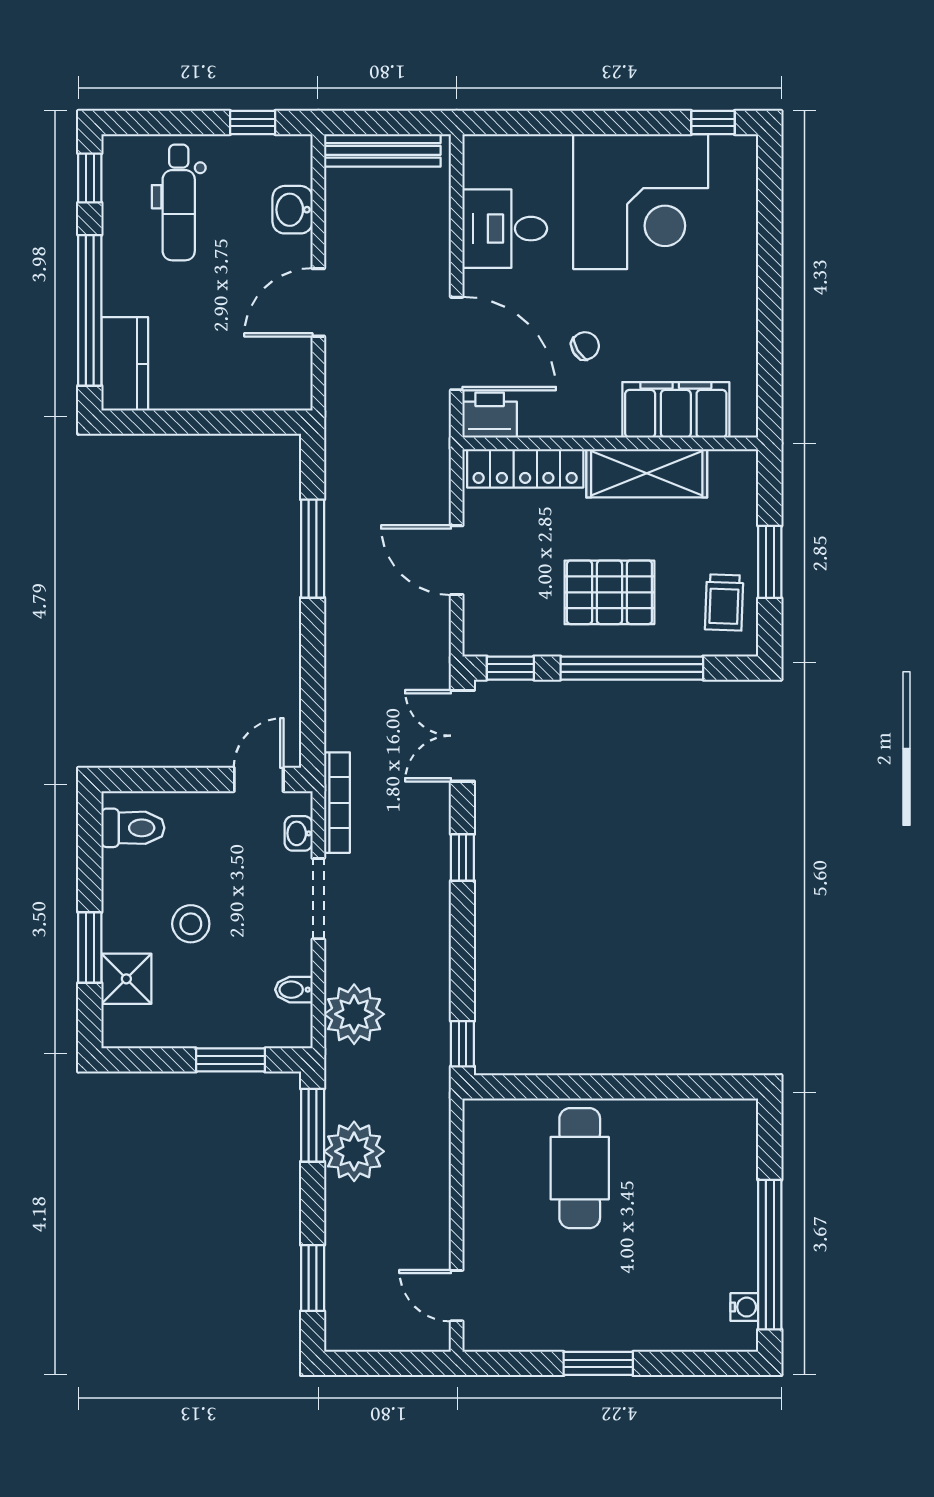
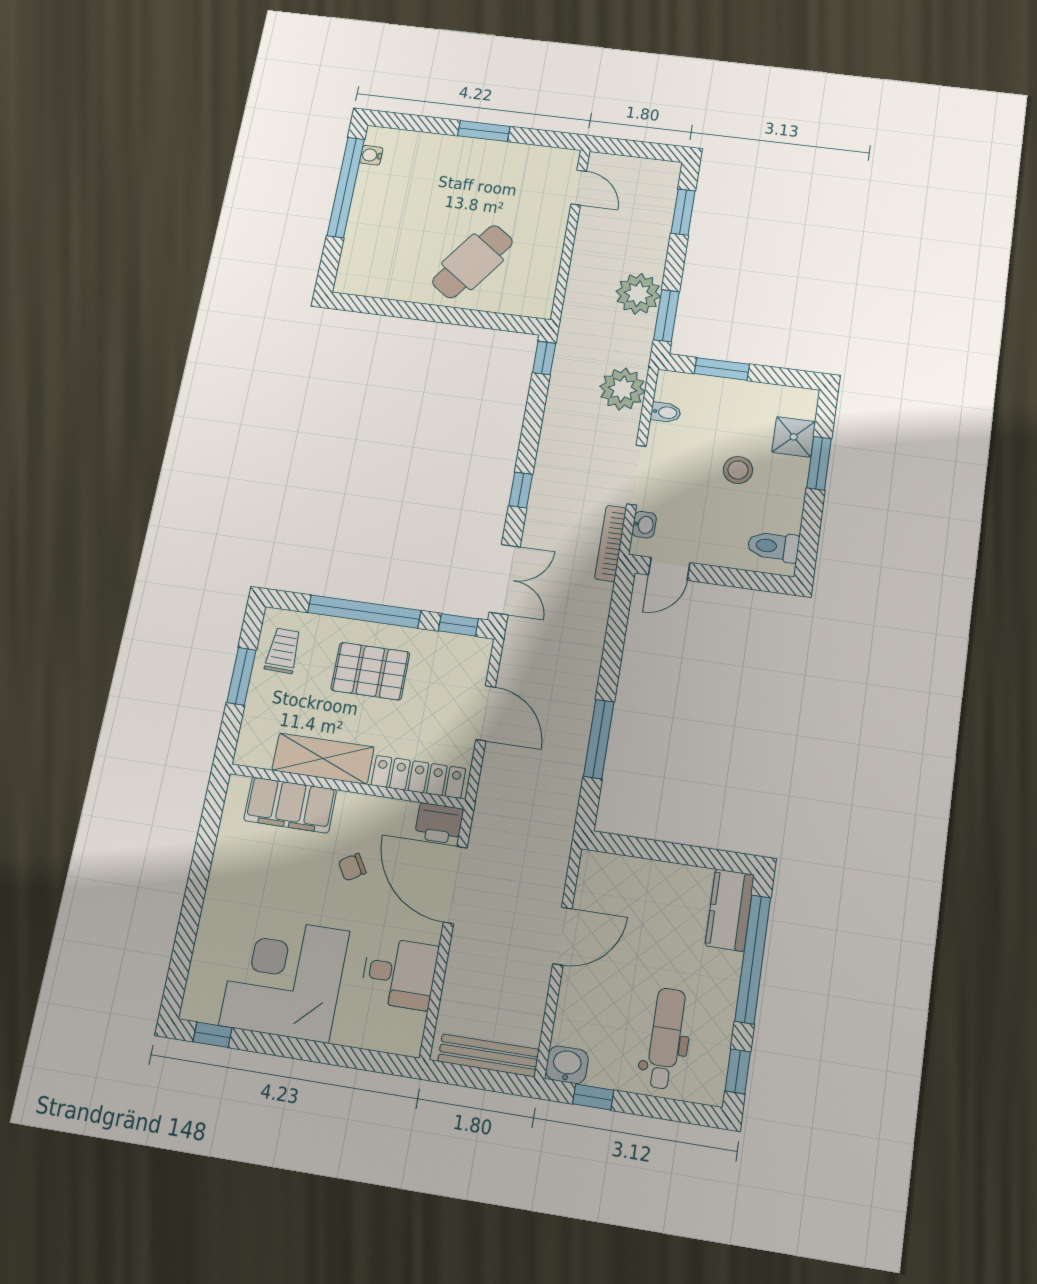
washbasin: (293, 210) -> (567, 1065), moved, turned -90
cafe table: (580, 1168) -> (473, 262), turned 36

